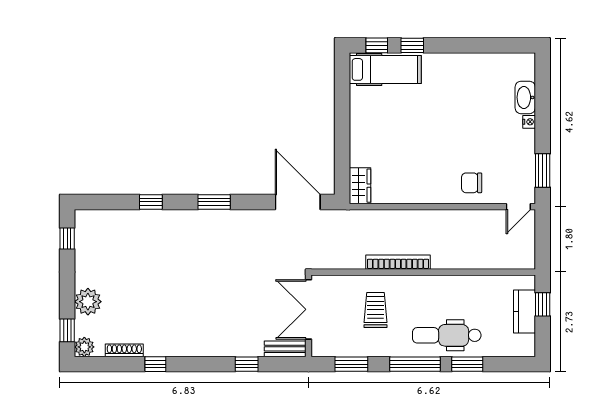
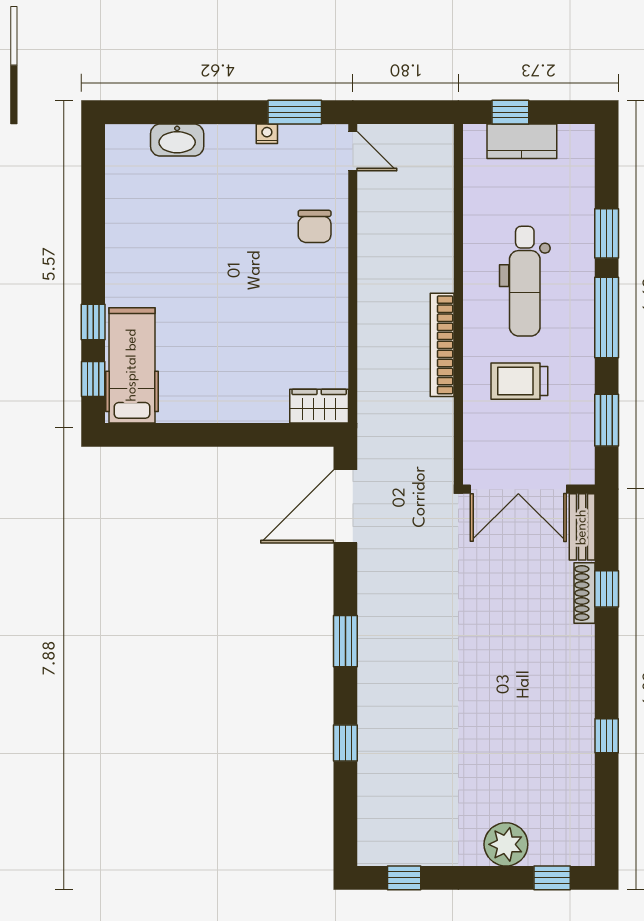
nightstand: (529, 122) -> (267, 134), moved
dental chair: (447, 335) -> (525, 281), moved
plant: (84, 347) -> (579, 850), removed
shoe rack: (124, 350) -> (584, 593), moved

